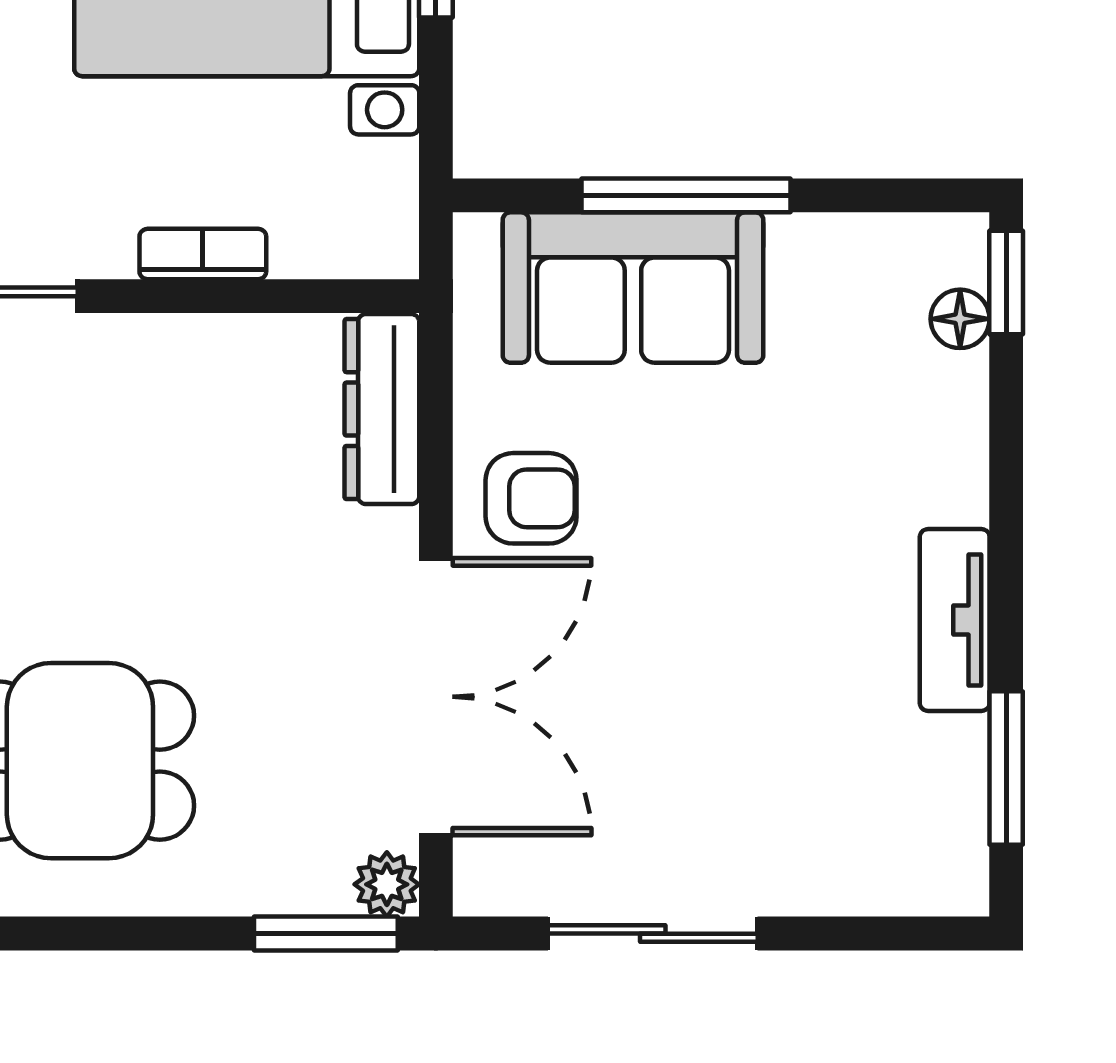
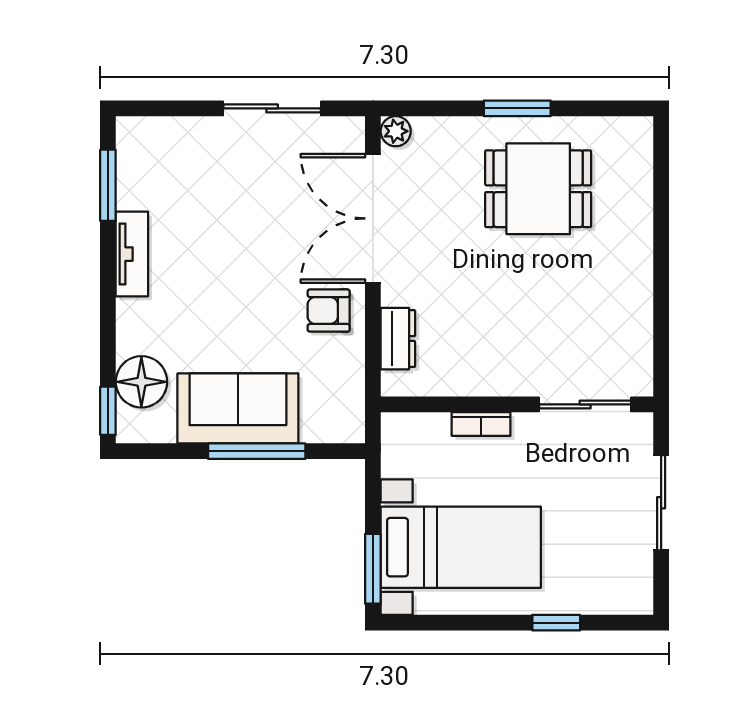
sofa: (633, 288) -> (238, 408), moved
floor lamp: (960, 319) -> (141, 382), width x1.89, depth x1.89
dresser: (382, 409) -> (398, 339), width x0.70
window: (326, 934) -> (517, 108), moved

